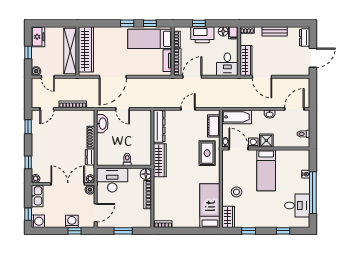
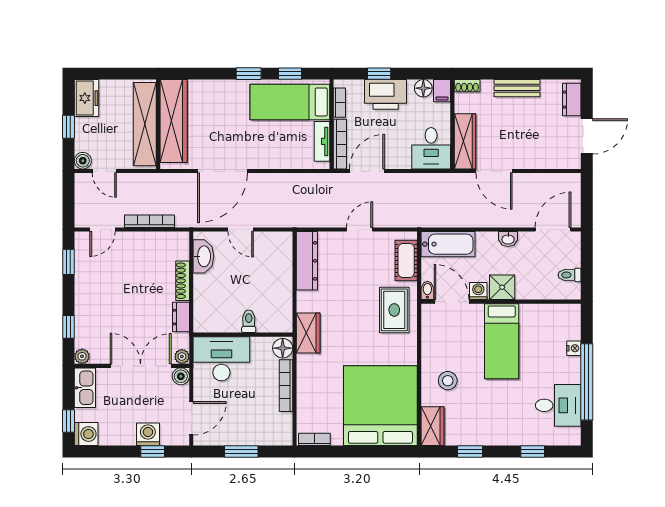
wardrobe: (160, 160) -> (308, 333), width x0.67
bed: (210, 206) -> (380, 406), width x2.04

